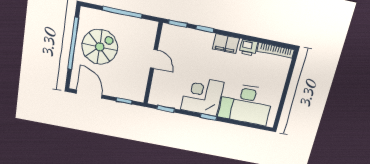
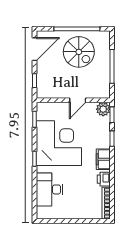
plant: (169, 32) -> (103, 109), added
corner desk: (202, 96) -> (59, 143), width x1.36, depth x1.36
desk: (246, 104) -> (49, 189), width x0.73, depth x0.77

